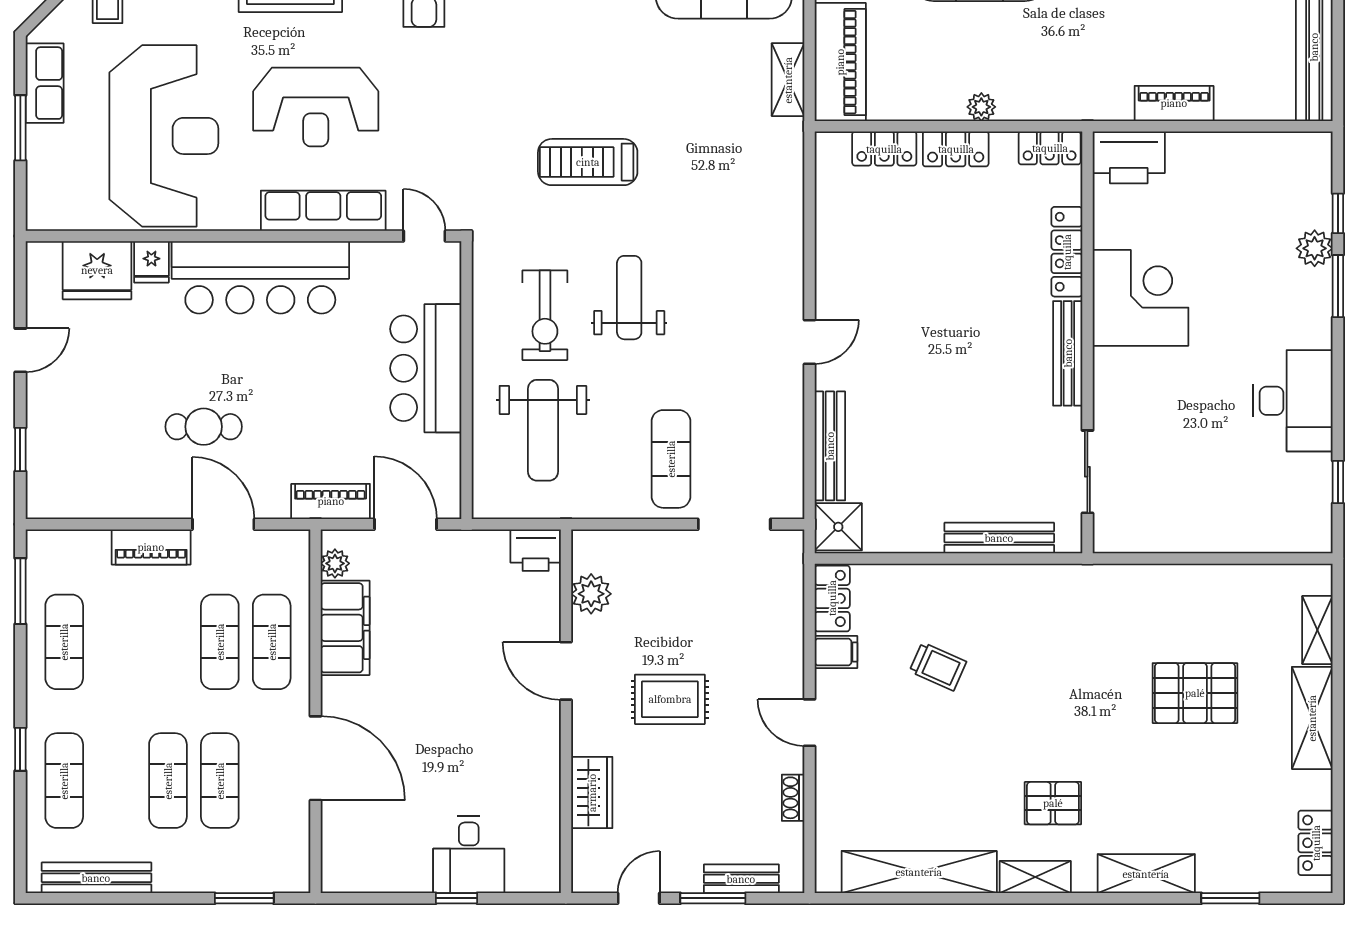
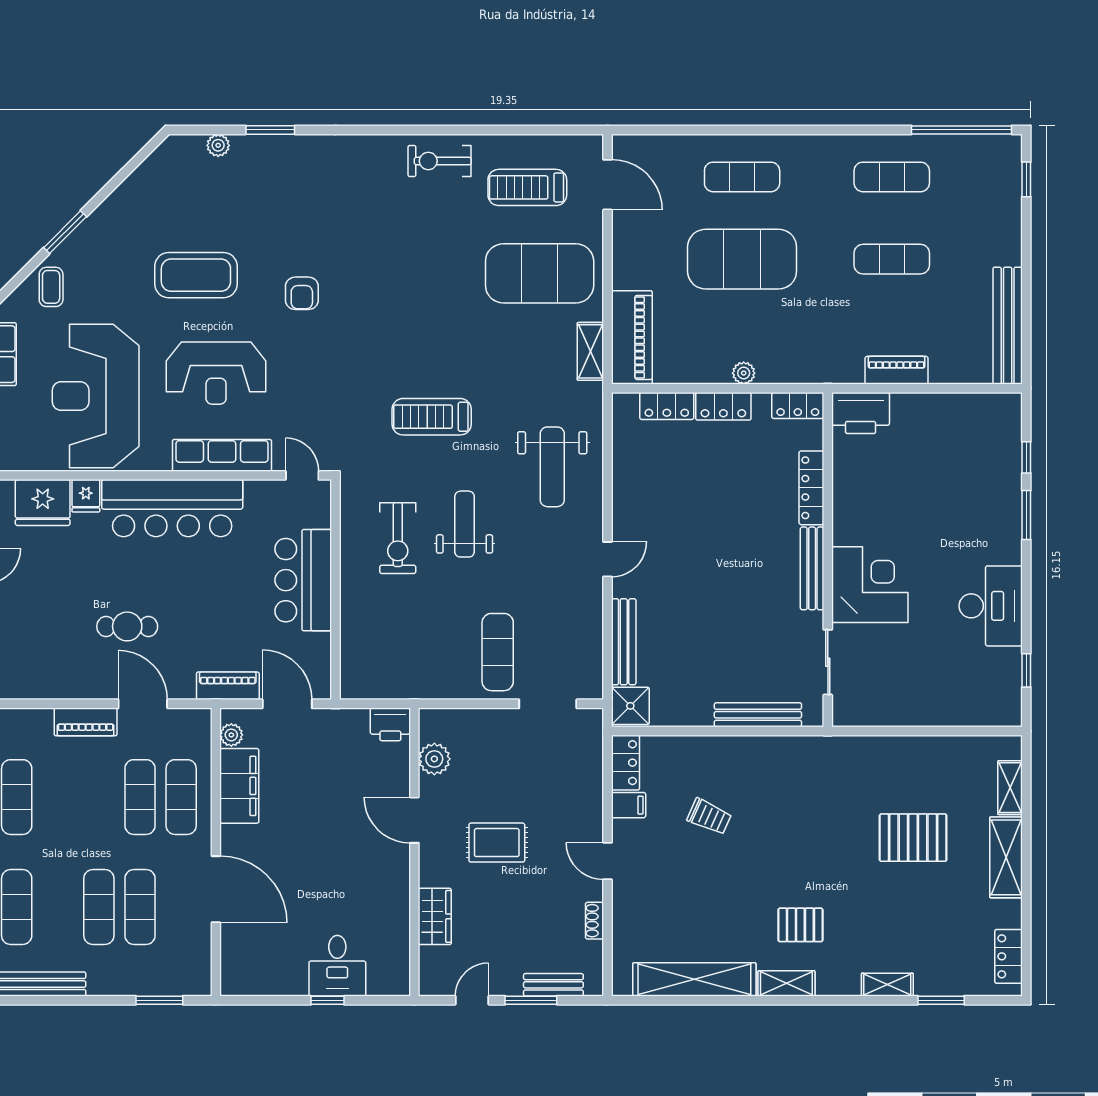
reception desk: (164, 136) -> (96, 396), turned 180
plant: (1315, 248) -> (1008, 485), removed
corner desk: (1141, 298) -> (870, 585), moved
weight bench: (543, 430) -> (552, 467), moved
shelving: (1146, 874) -> (887, 985), width x0.67, depth x0.75

